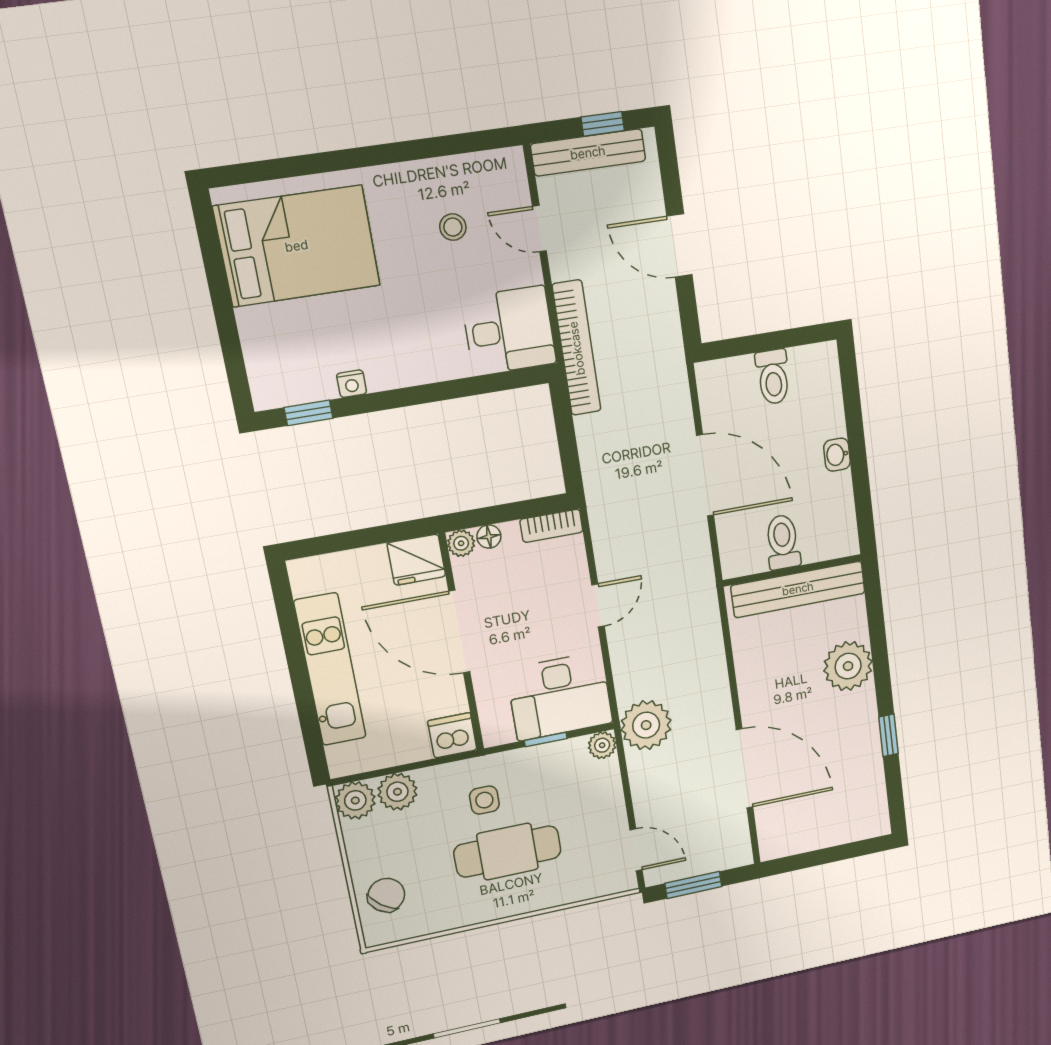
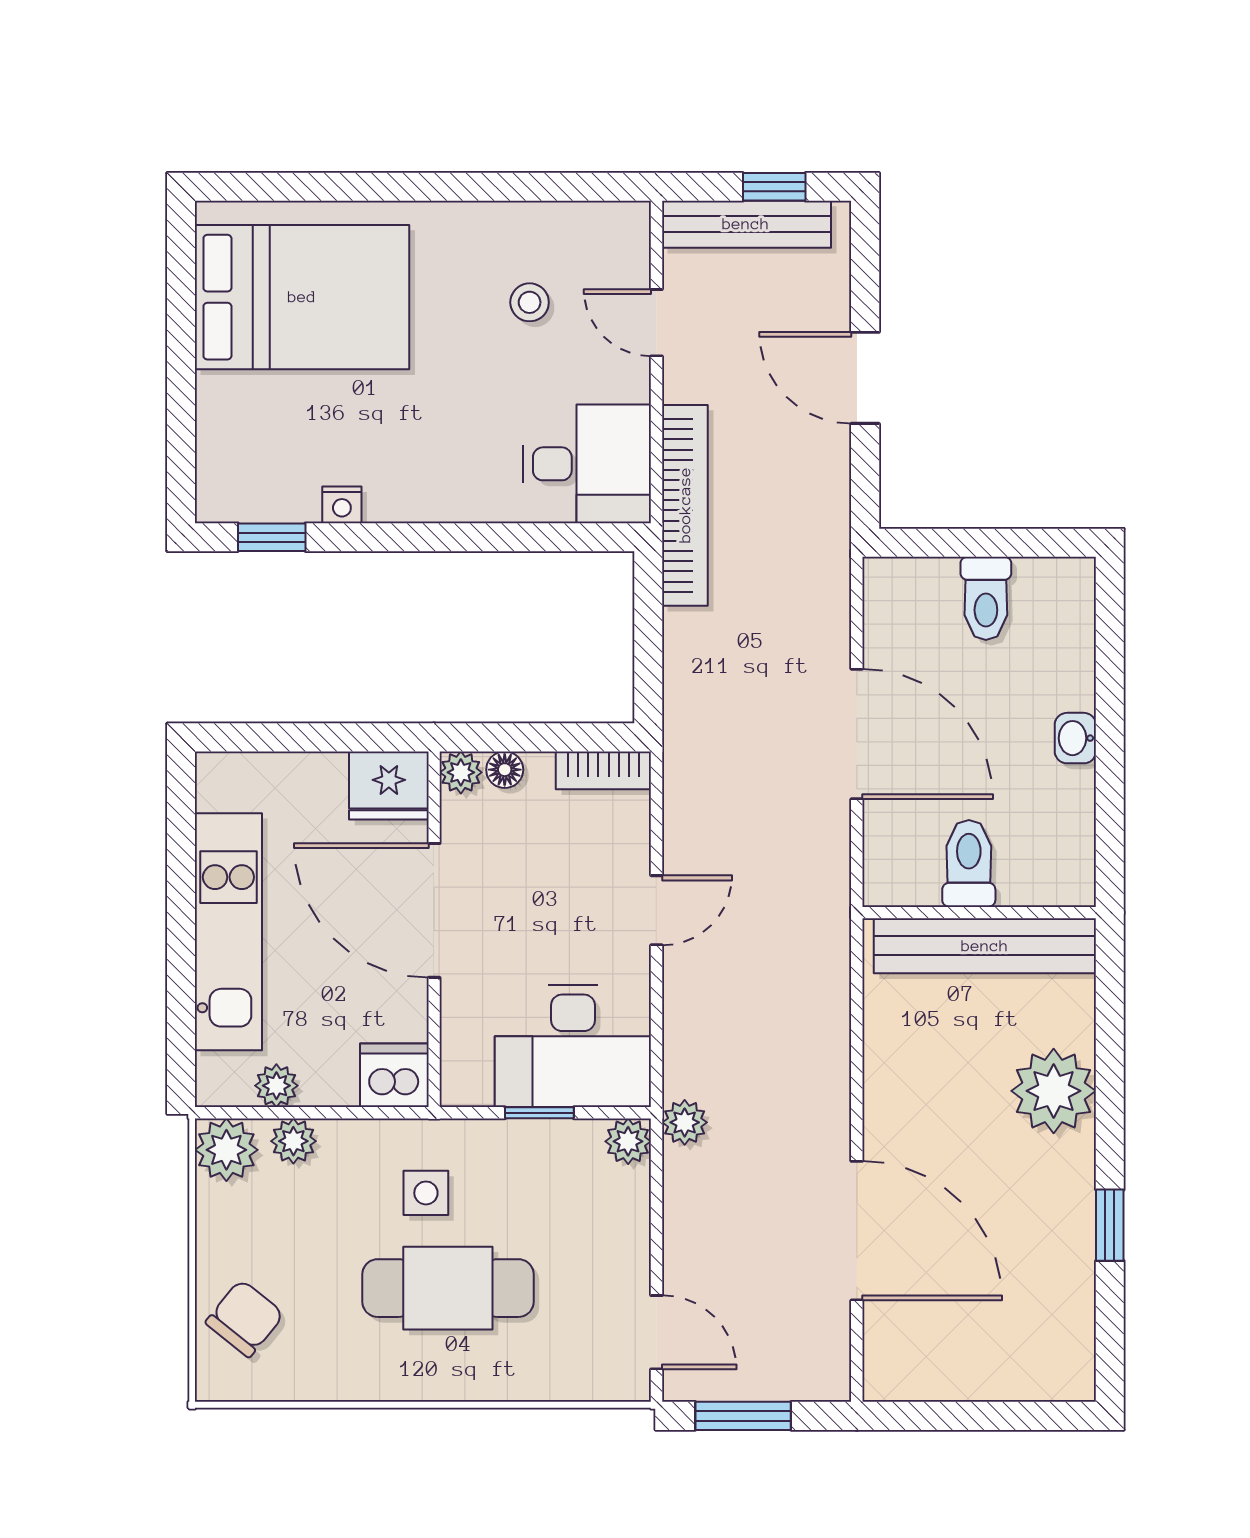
plant: (646, 725) -> (685, 1122), width x0.53, depth x0.53
plant: (379, 756) -> (276, 1086), added
plant: (397, 792) -> (293, 1141), width x0.73, depth x0.73

